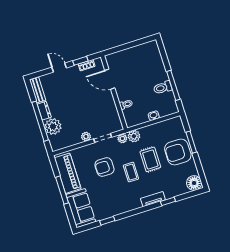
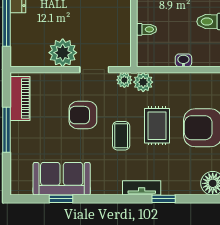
plant: (53, 127) -> (24, 28), removed
plant: (86, 137) -> (63, 53), width x1.88, depth x1.88
piano: (68, 173) -> (20, 99), width x0.73, depth x0.75
sofa: (81, 208) -> (62, 179), moved, turned -90

